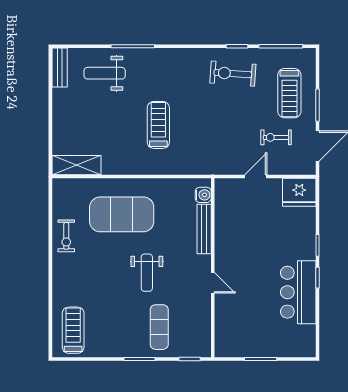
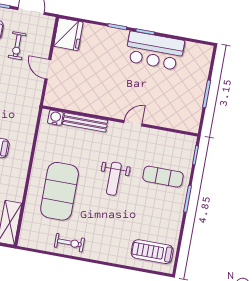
weight bench: (147, 273) -> (114, 179), turned 90

